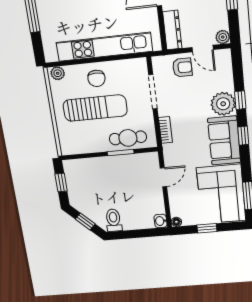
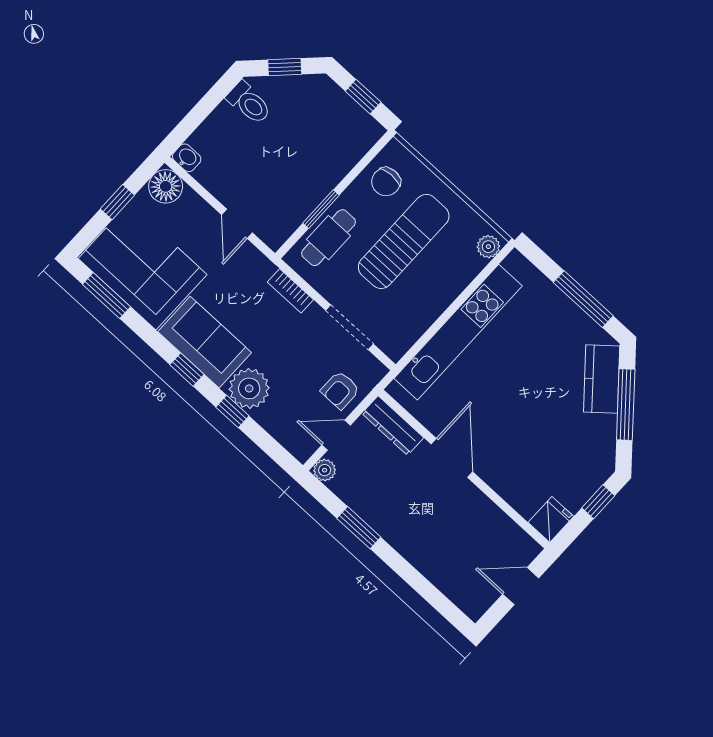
chair: (96, 78) -> (386, 182), moved, turned -91
sun lounger: (95, 108) -> (404, 241), turned 180
floor lamp: (176, 222) -> (166, 186), width x1.89, depth x1.89

